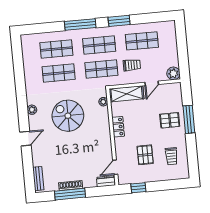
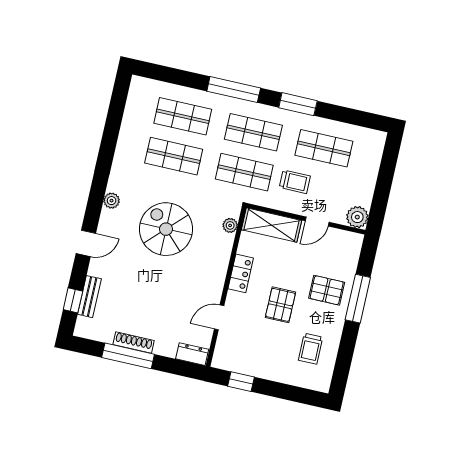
pallet: (145, 155) -> (280, 305), moved
door: (115, 167) -> (219, 317), moved
window: (29, 173) -> (73, 300), added
bench: (38, 179) -> (89, 297), moved

